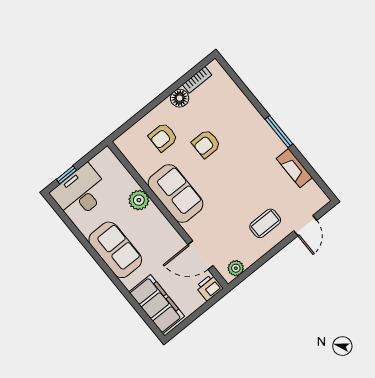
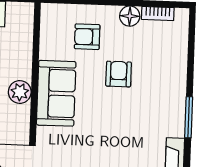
armchair: (206, 144) -> (119, 74), turned 90
plant: (139, 200) -> (20, 92), moved

